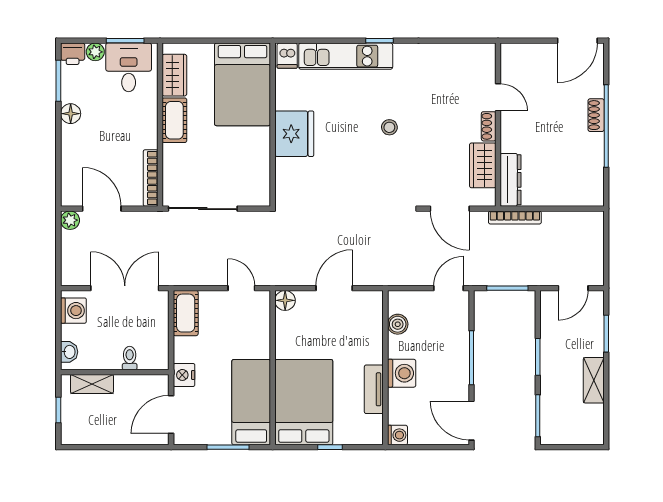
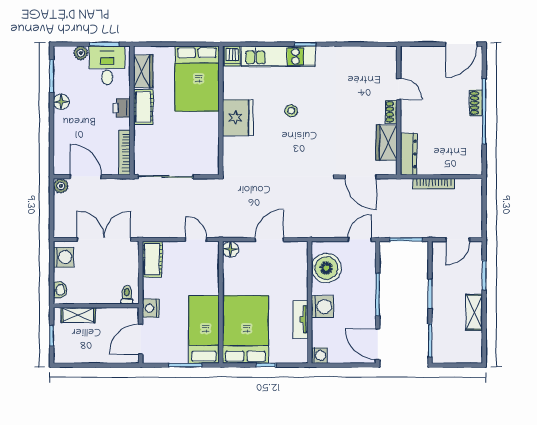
printer: (73, 54) -> (122, 108), moved, turned 90
stool: (389, 127) -> (291, 111), moved
bookcase: (515, 218) -> (434, 184), moved
boiler: (398, 324) -> (326, 268), width x1.86, depth x1.86
toilet: (130, 358) -> (127, 295), moved

